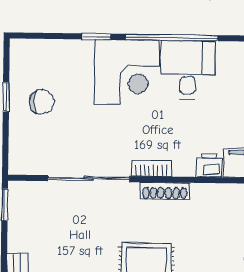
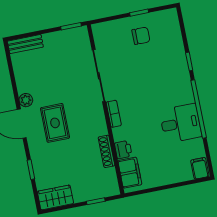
corner desk: (127, 72) -> (171, 85), removed
chair: (42, 102) -> (141, 36), turned -90
shoe rack: (165, 191) -> (106, 151), moved

